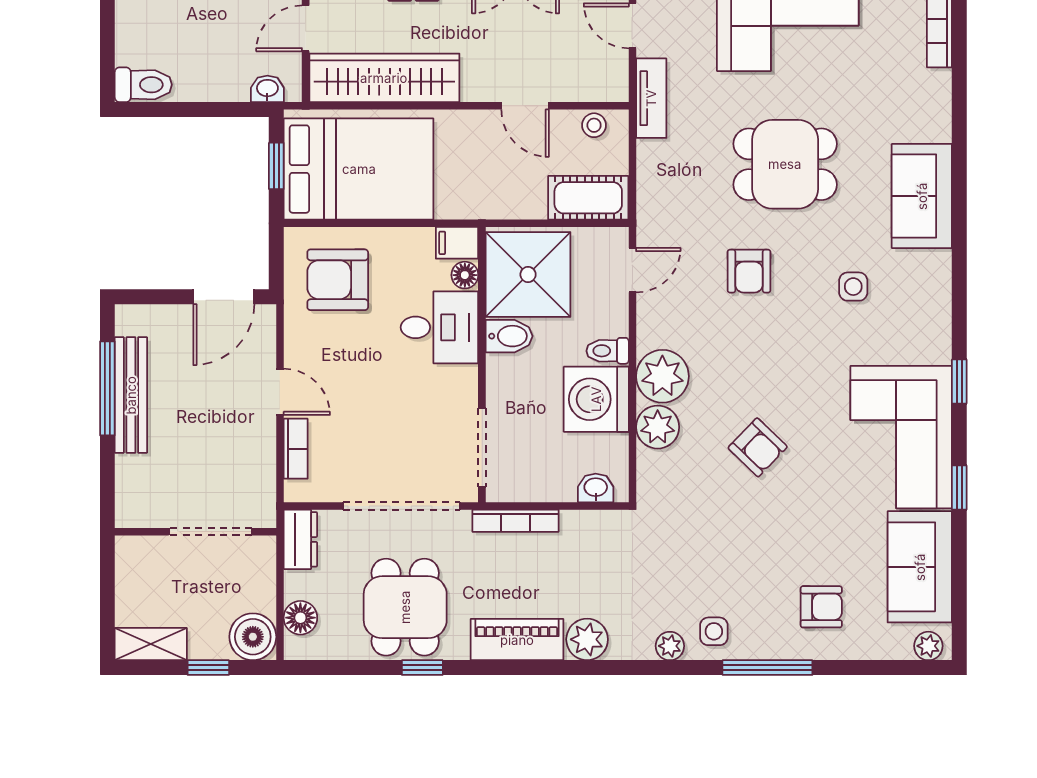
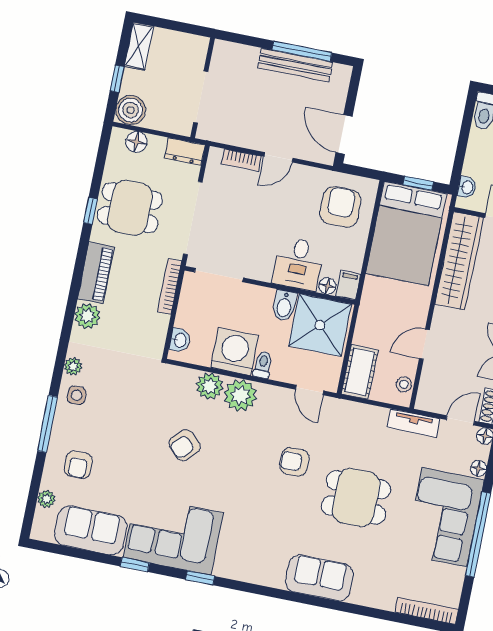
dining table: (785, 164) -> (356, 497), turned 90
side table: (853, 287) -> (272, 524), removed
plant: (928, 646) -> (46, 499), moved

